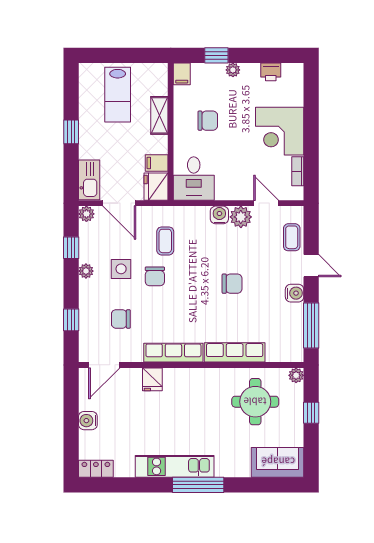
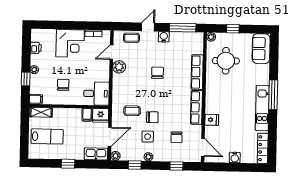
shelving: (159, 115) -> (41, 112), moved
water cooler: (219, 215) -> (118, 79), removed
locker: (96, 469) -> (263, 148), width x1.53

